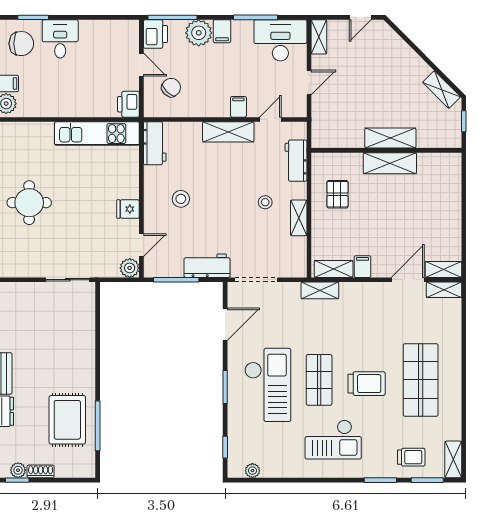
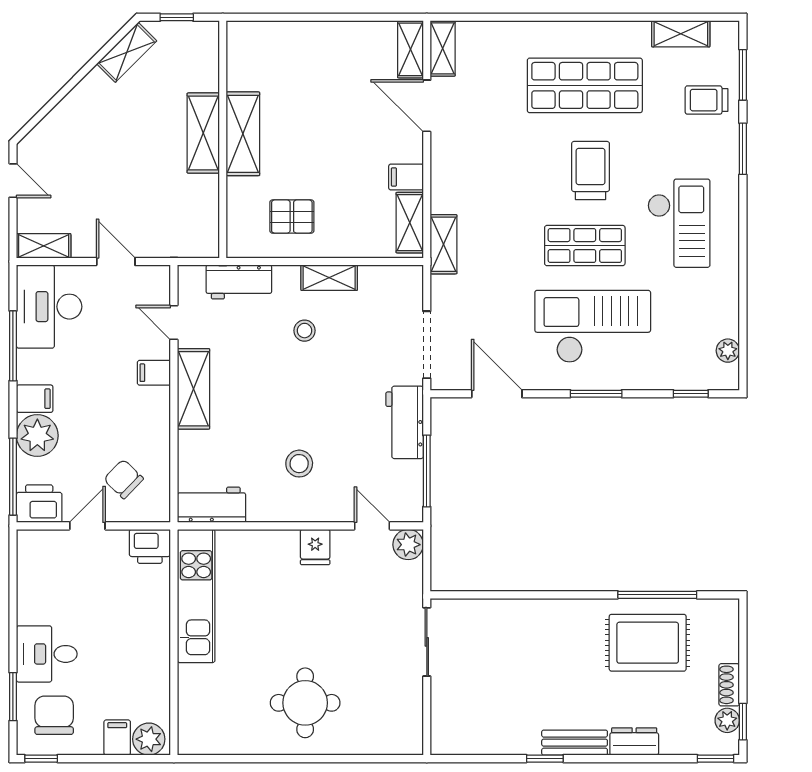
trolley: (411, 457) -> (707, 100), turned -90
shelving: (453, 459) -> (681, 34), moved

